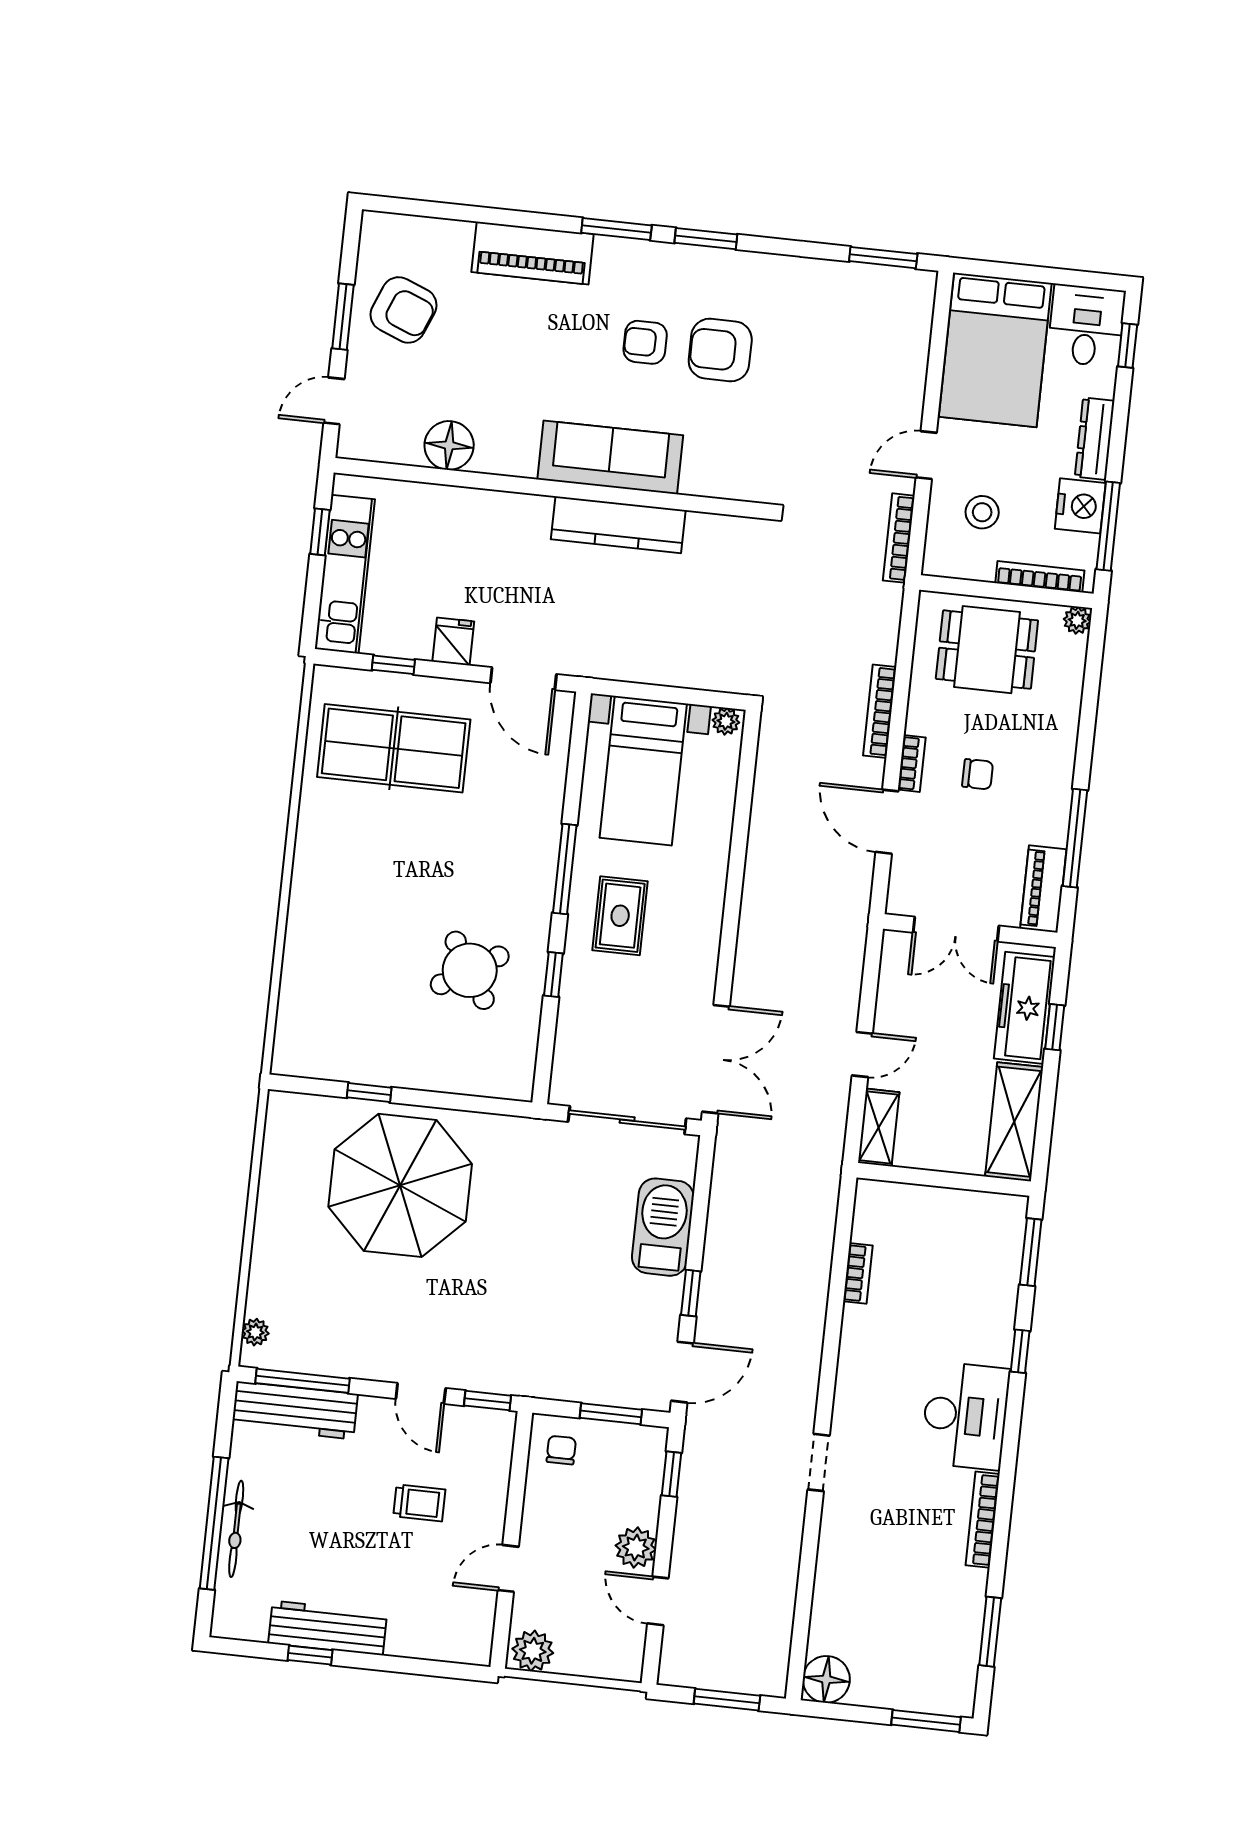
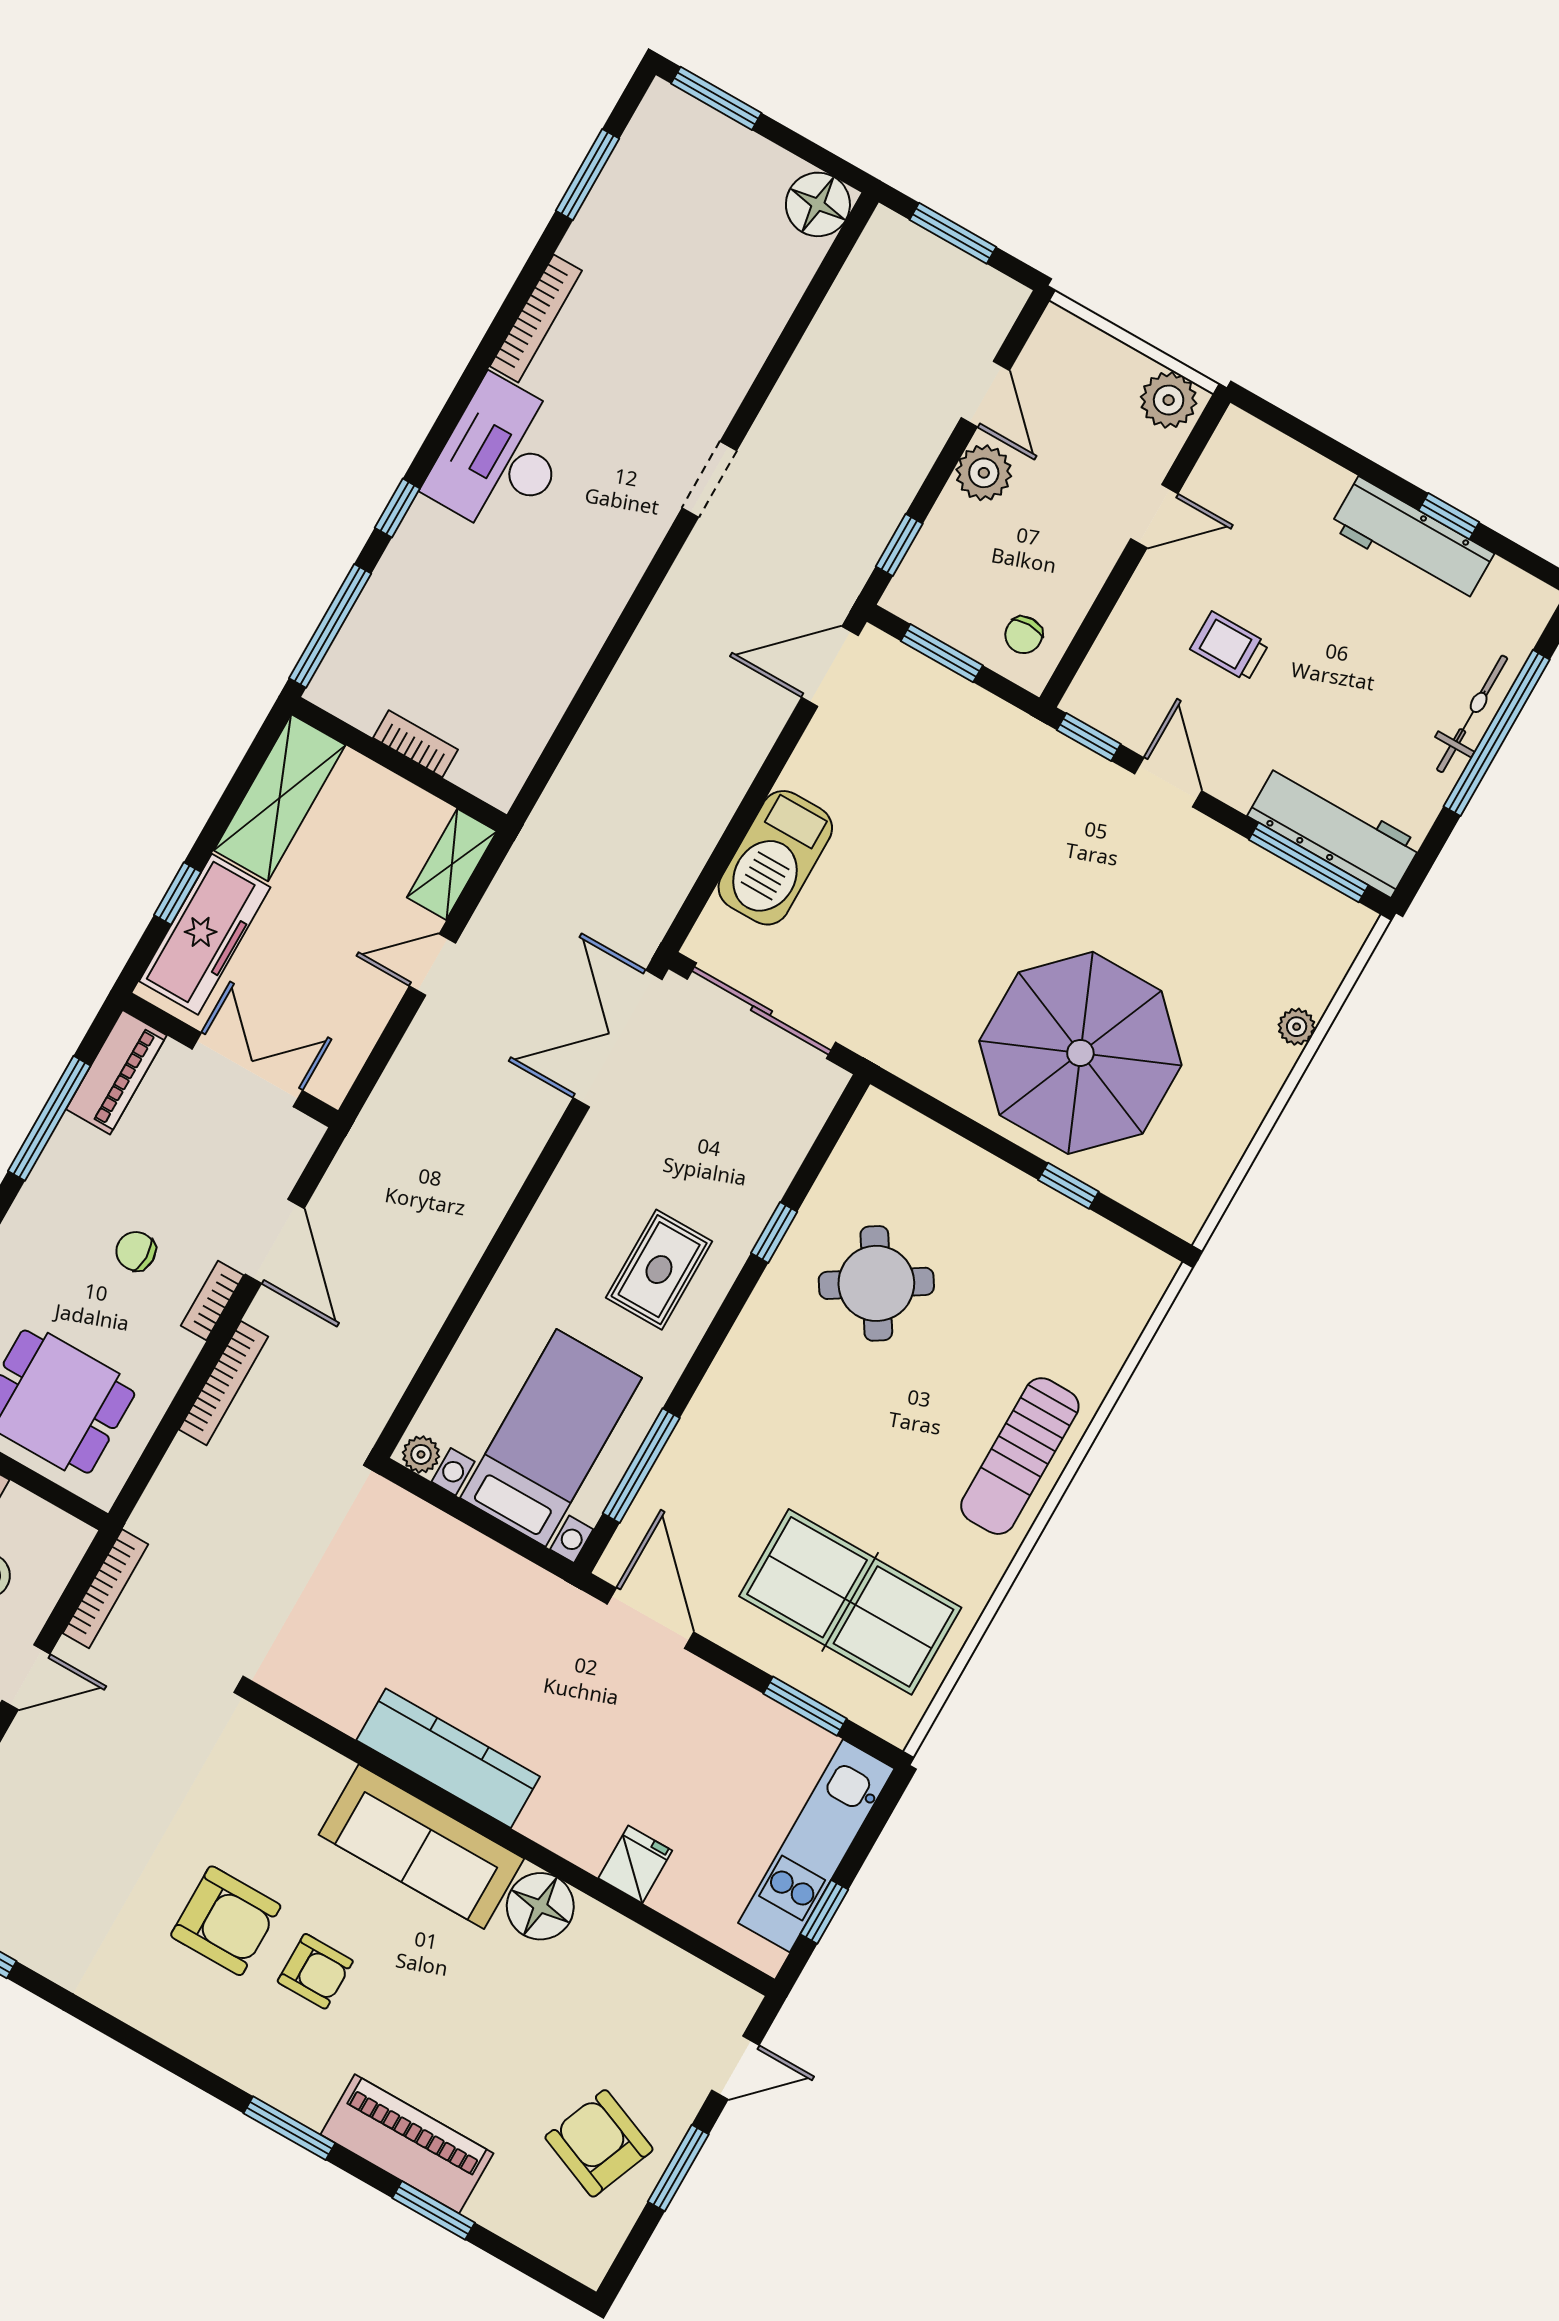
window: (706, 239) -> (434, 2210), moved
floor lamp: (449, 445) -> (540, 1906), moved
fridge: (453, 641) -> (635, 1864), moved, turned 180
window: (393, 665) -> (805, 1706), width x1.50
window: (565, 869) -> (641, 1466), moved
sun lounger: (322, 896) -> (1020, 1456), added
window: (1031, 1252) -> (330, 626), width x1.44
bookcase: (858, 1273) -> (415, 744), moved, turned 90
window: (691, 1293) -> (776, 760), removed
plant: (255, 1332) -> (1297, 1027), moved

